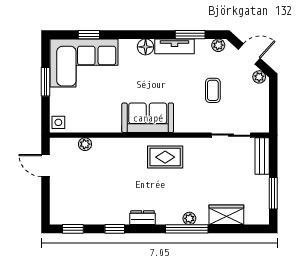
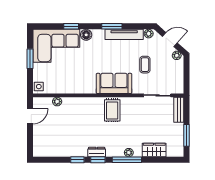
window: (89, 35) -> (71, 26), moved
window: (190, 35) -> (112, 26), moved
tv unit: (175, 46) -> (124, 34), width x1.41
floor lamp: (146, 47) -> (86, 35), moved
sofa: (148, 118) -> (114, 83), moved
rug: (165, 157) -> (112, 110), turned 90
door: (46, 166) -> (30, 116), swing flipped
window: (73, 229) -> (98, 160), moved

